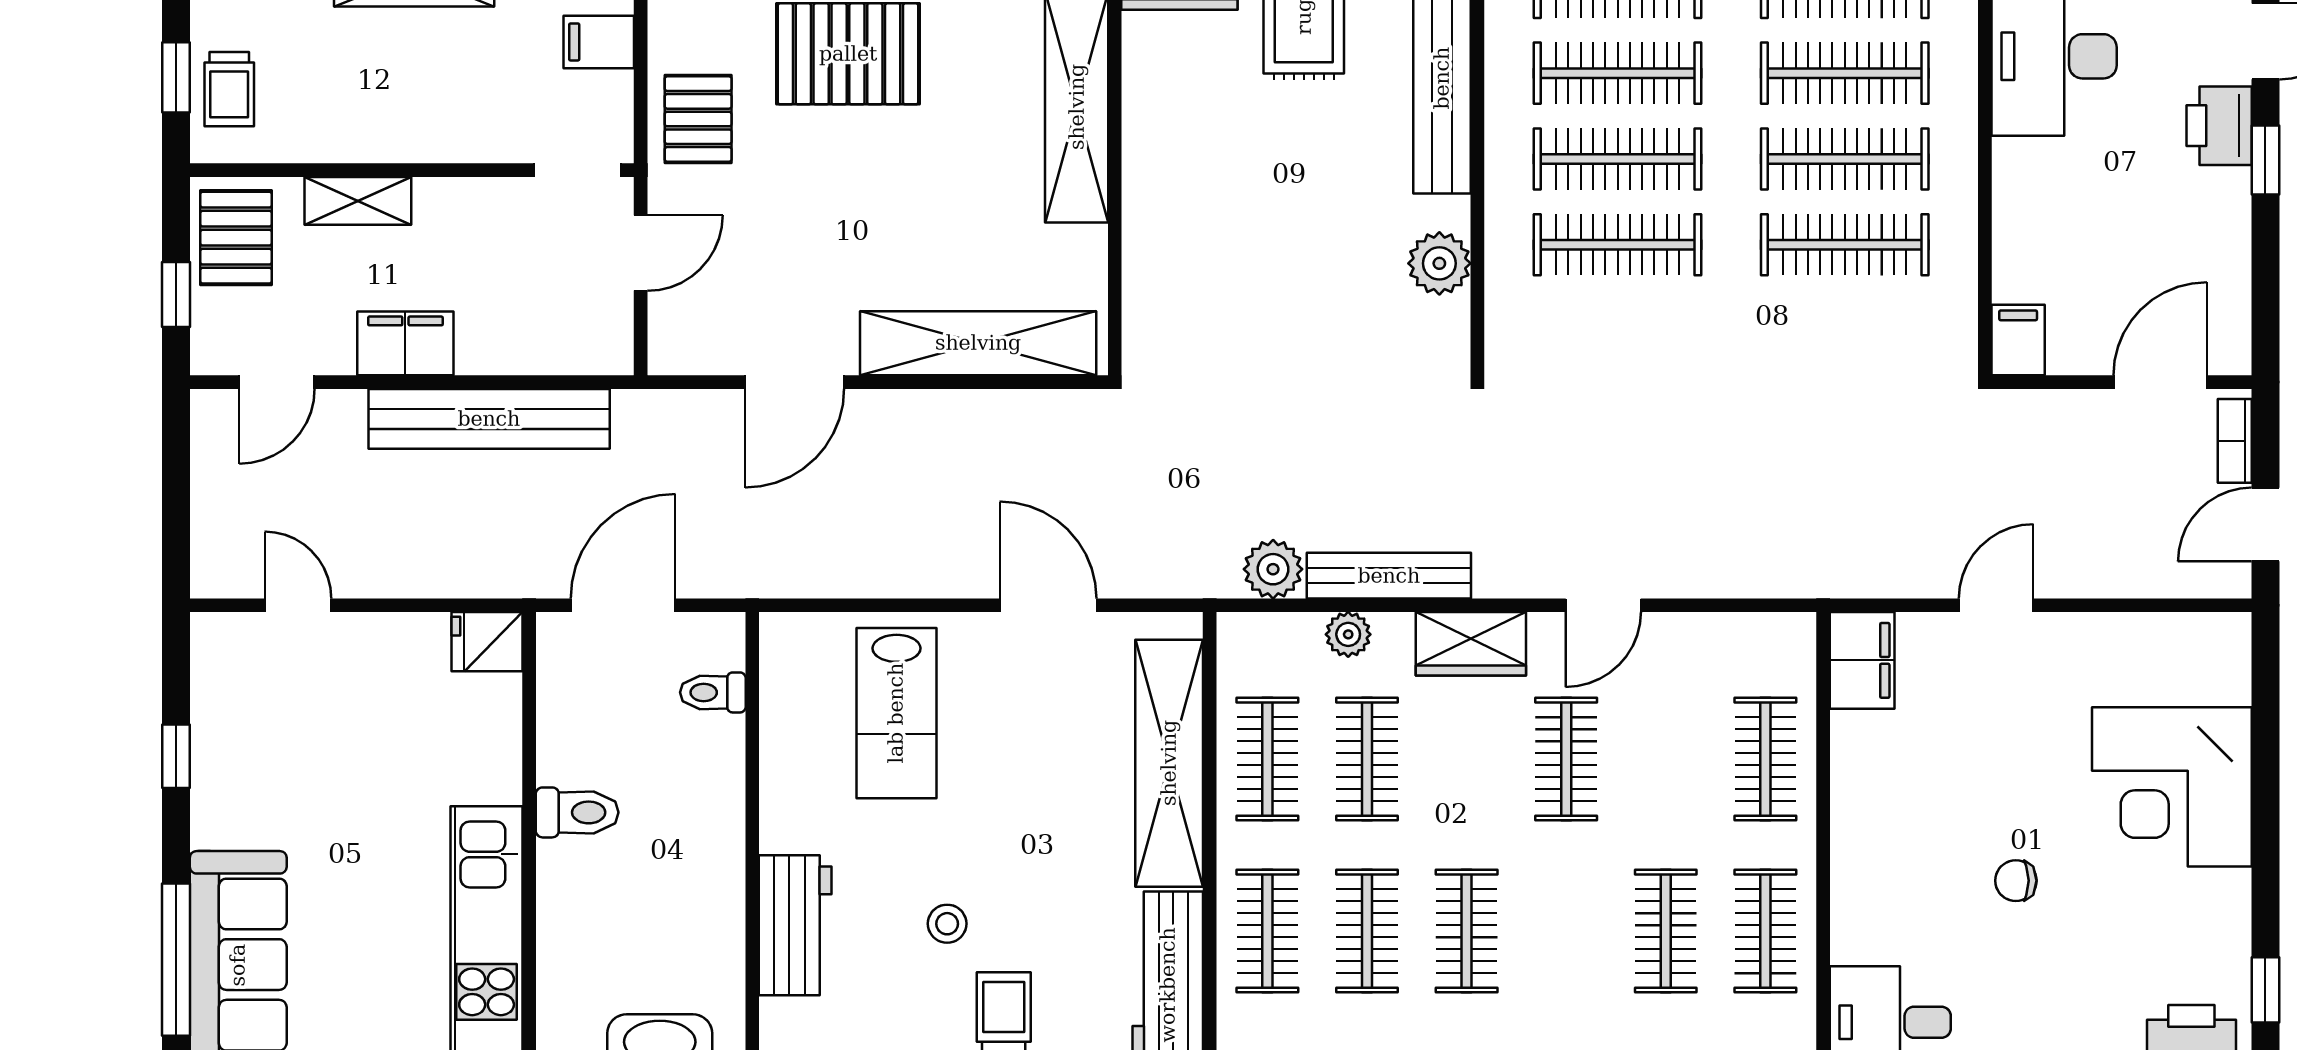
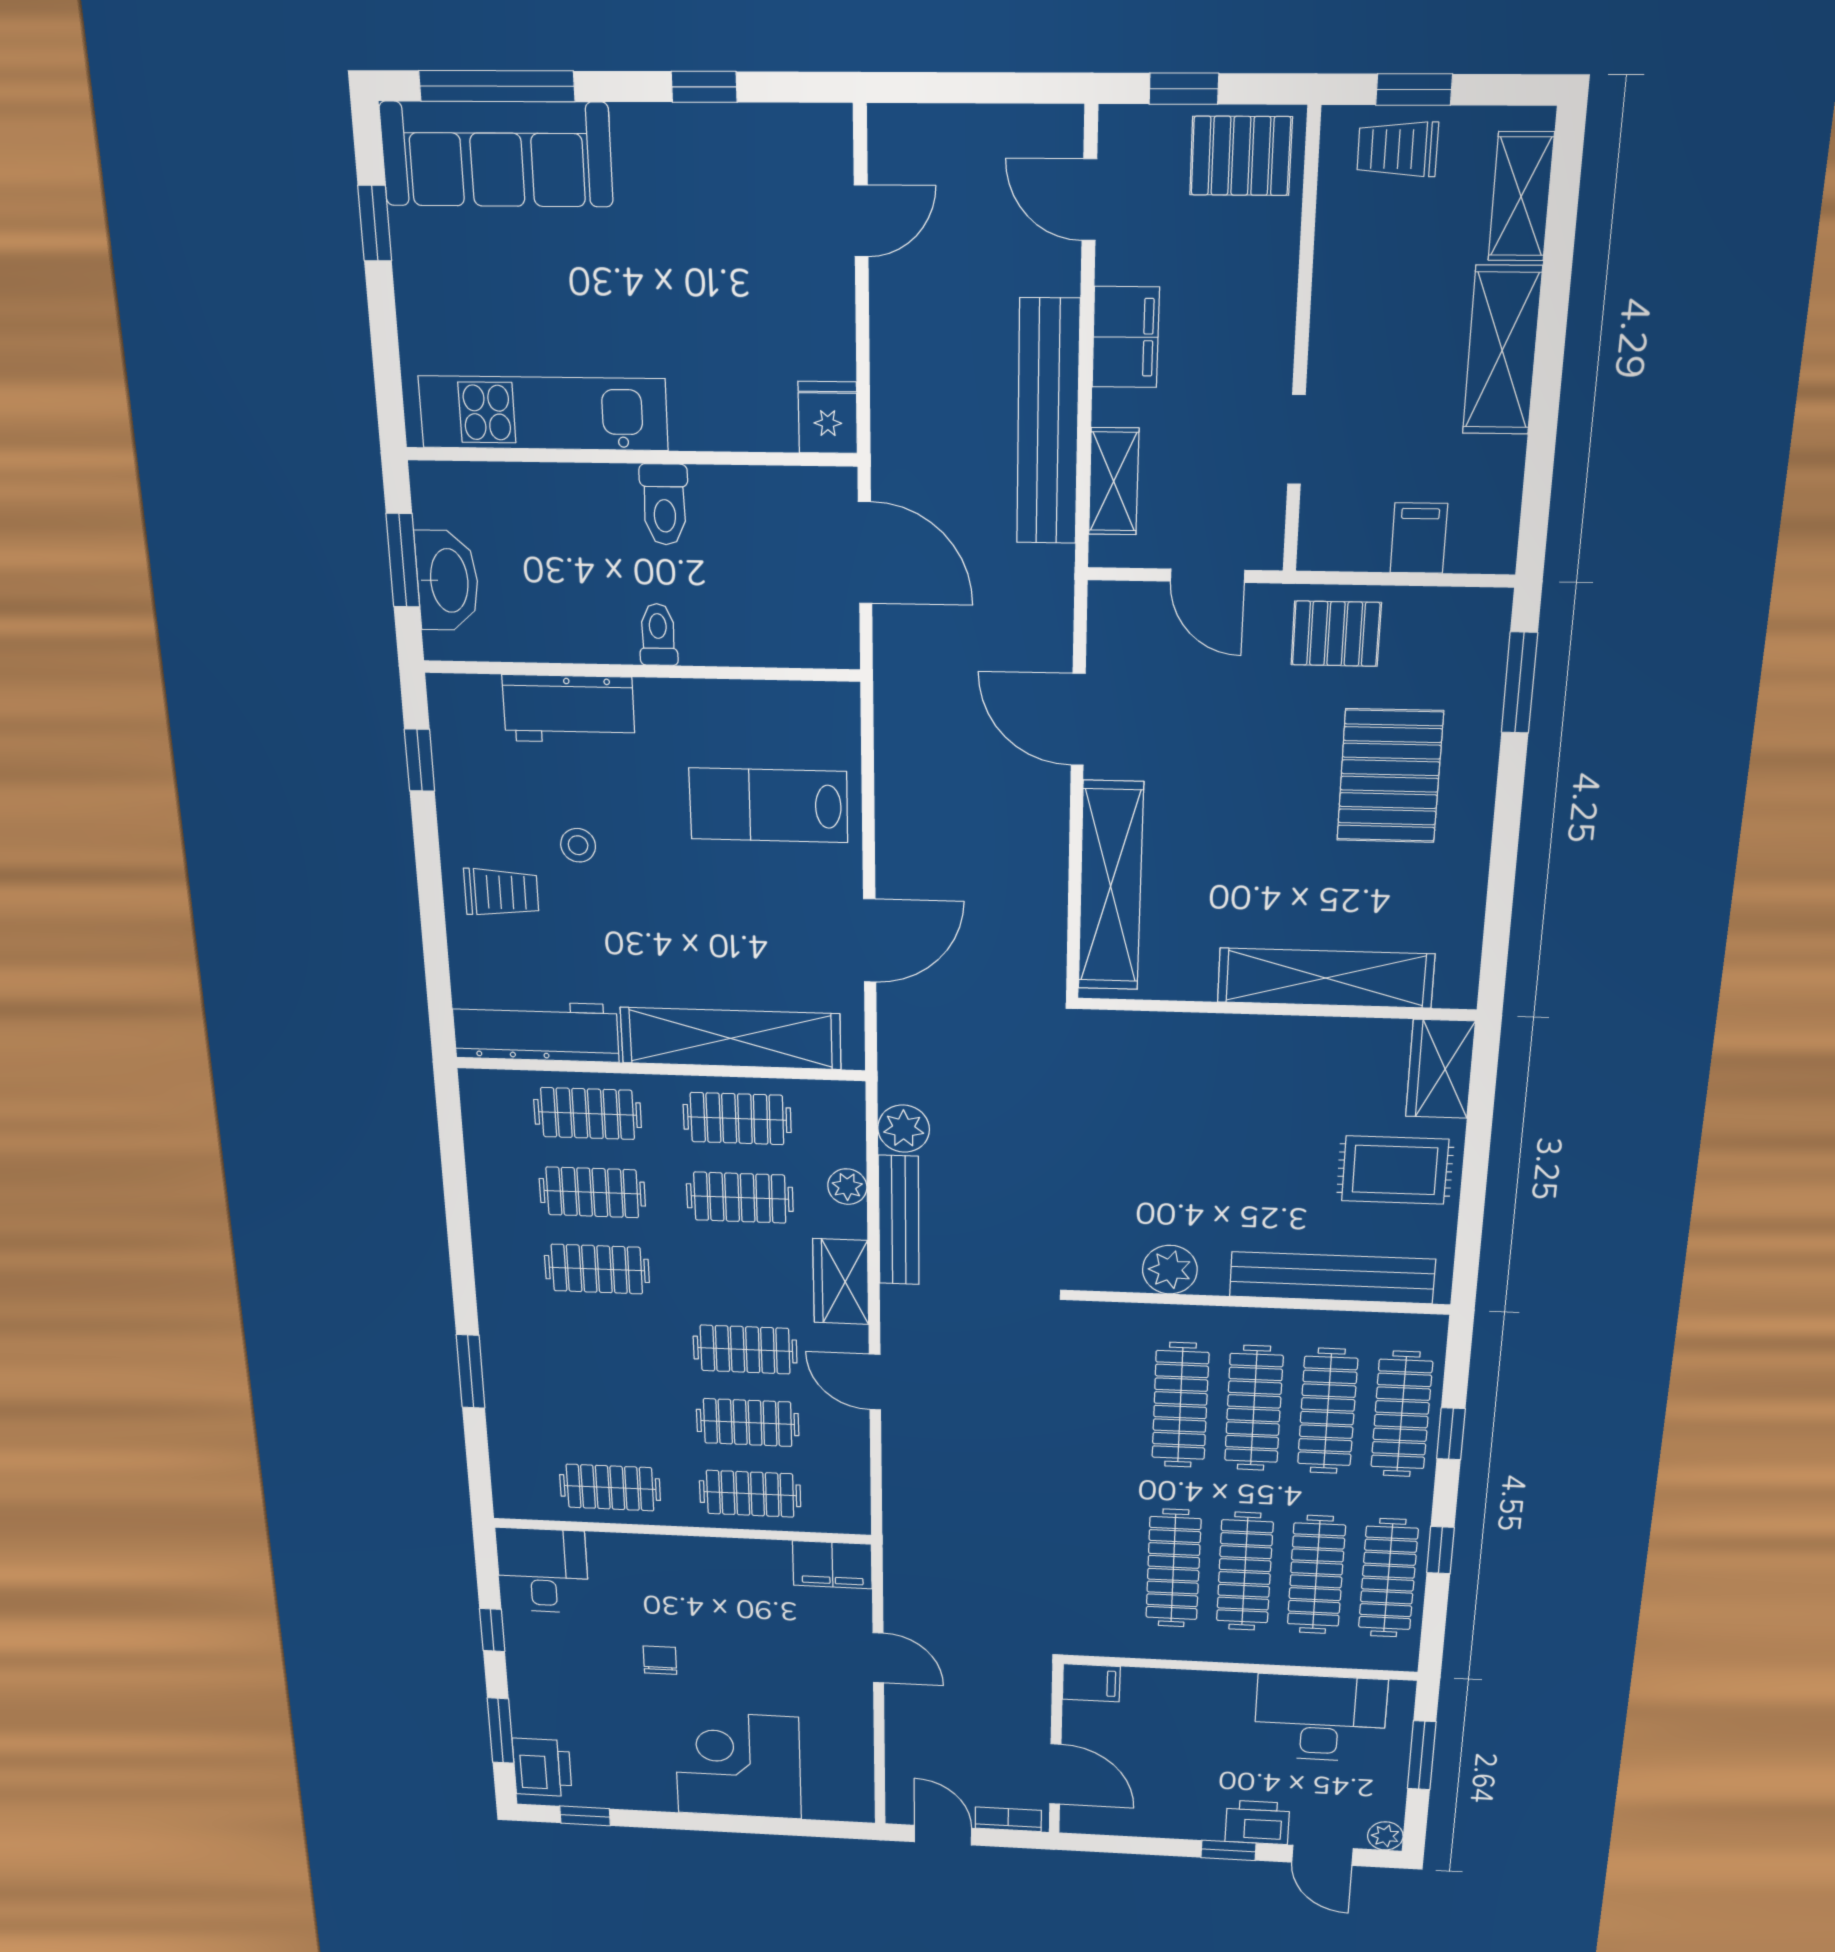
doorway: (577, 170) -> (1296, 440), moved
shelving: (358, 201) -> (1114, 481), moved
toilet: (713, 692) -> (658, 635), moved
clothes rail: (1666, 931) -> (748, 1423), moved

